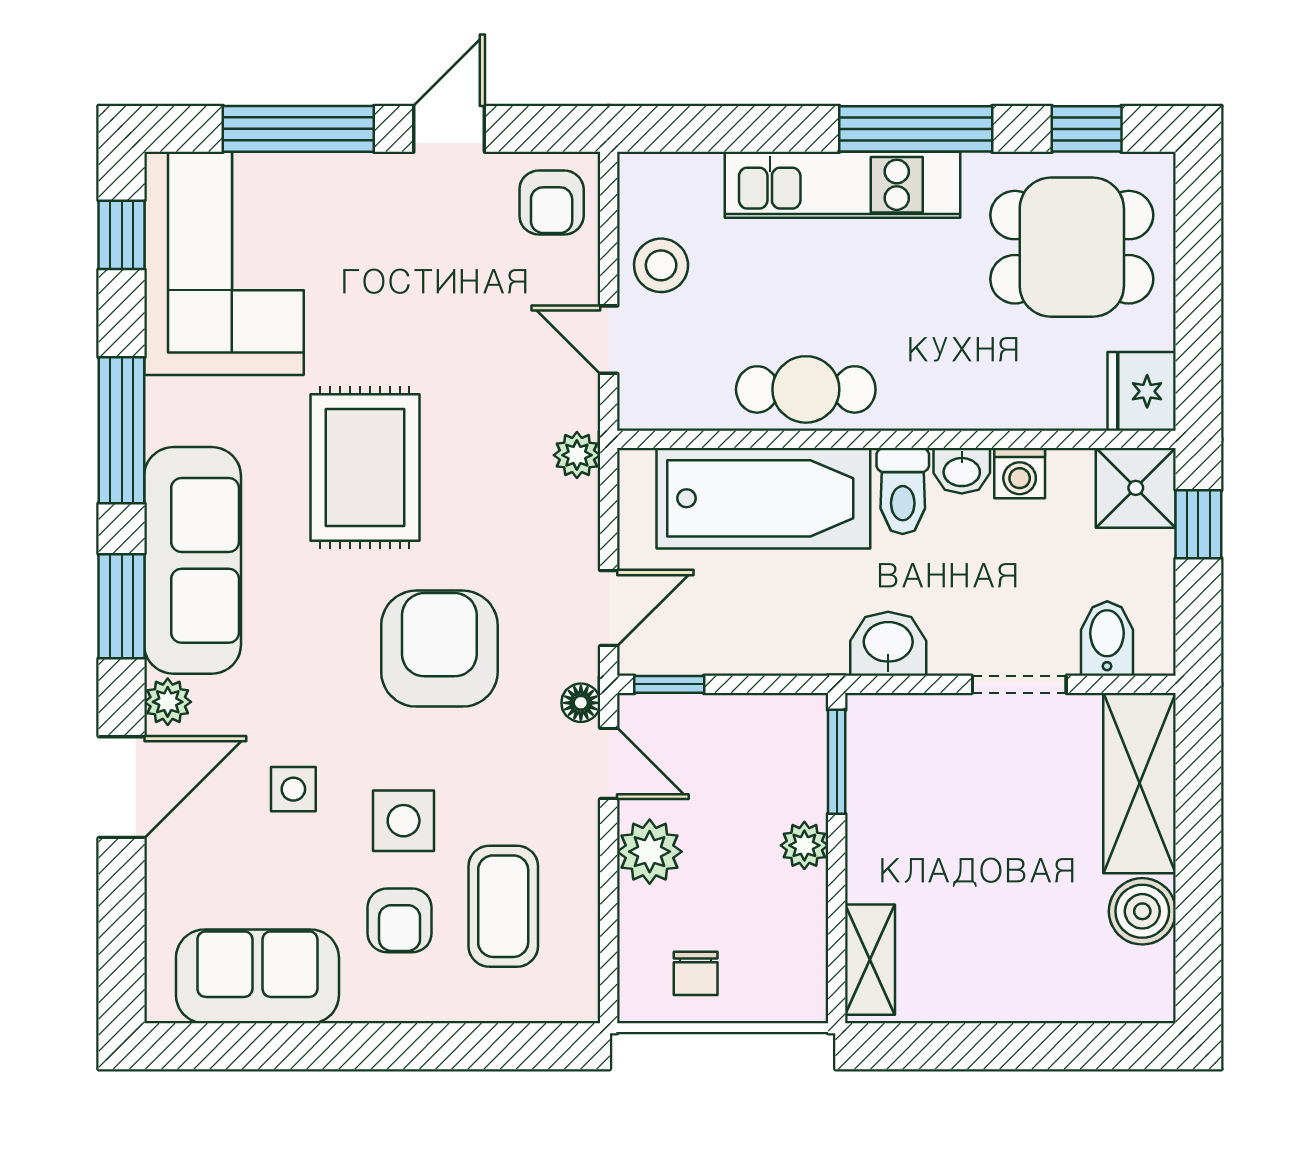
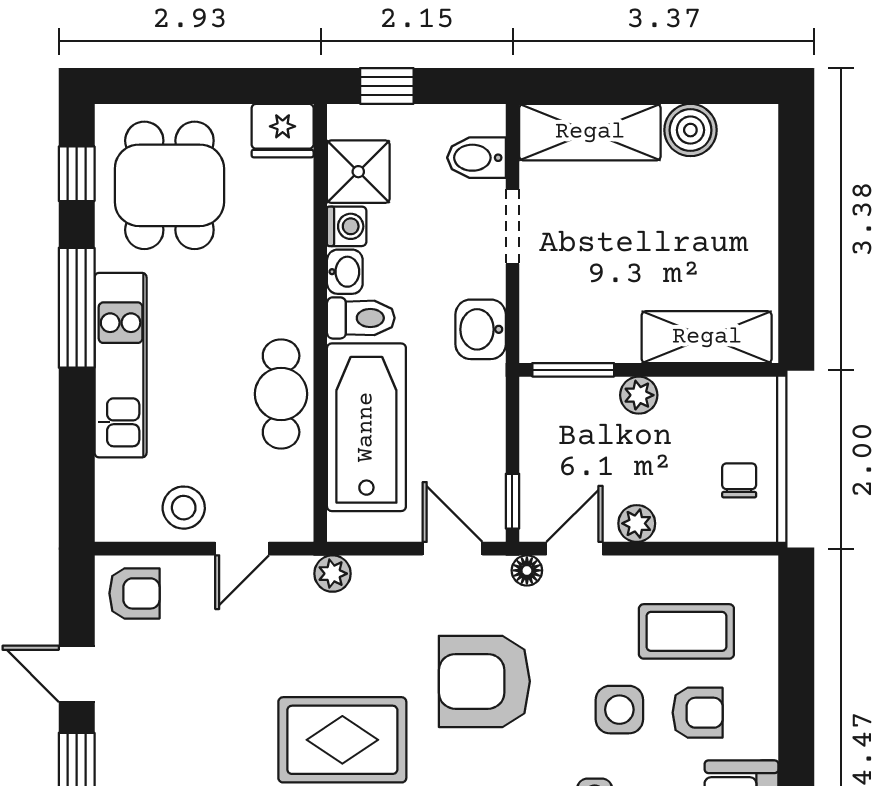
shower: (1136, 488) -> (358, 172), moved
plant: (650, 852) -> (637, 523), width x0.73, depth x0.73
shelving: (870, 960) -> (707, 337), width x1.50, depth x1.33
chair: (696, 973) -> (739, 480), turned -90

